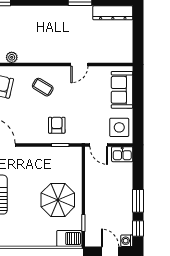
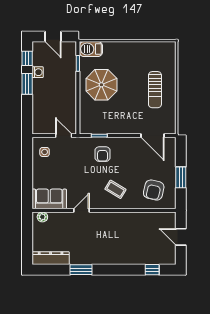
plant: (12, 57) -> (42, 217), moved
sofa: (122, 90) -> (49, 199), moved, turned -90
side table: (119, 127) -> (45, 152), width x0.54, depth x0.54
kitchen sink: (122, 154) -> (42, 127), removed
washing machine: (127, 241) -> (38, 72), moved

